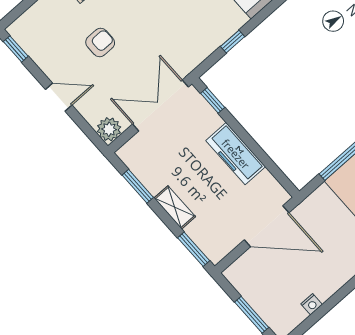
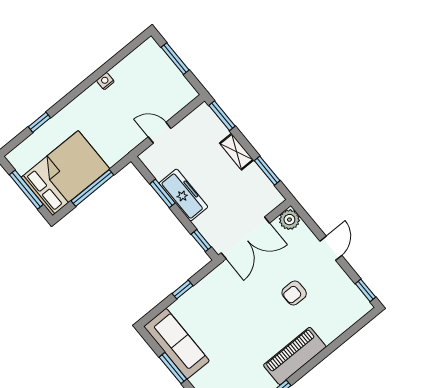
door: (59, 97) -> (331, 248), swing flipped
window: (261, 154) -> (162, 193), added
door: (267, 226) -> (160, 133), width x0.53
nightstand: (312, 304) -> (105, 81), moved

